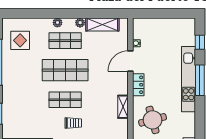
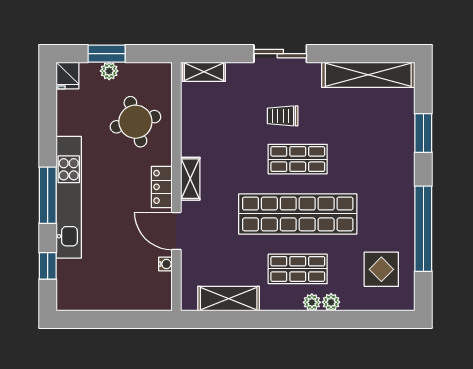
plant: (80, 23) -> (331, 302), moved
door: (130, 61) -> (176, 231), swing flipped
shop shelf: (65, 70) -> (298, 214), width x1.40
shelving: (123, 107) -> (190, 179), moved

